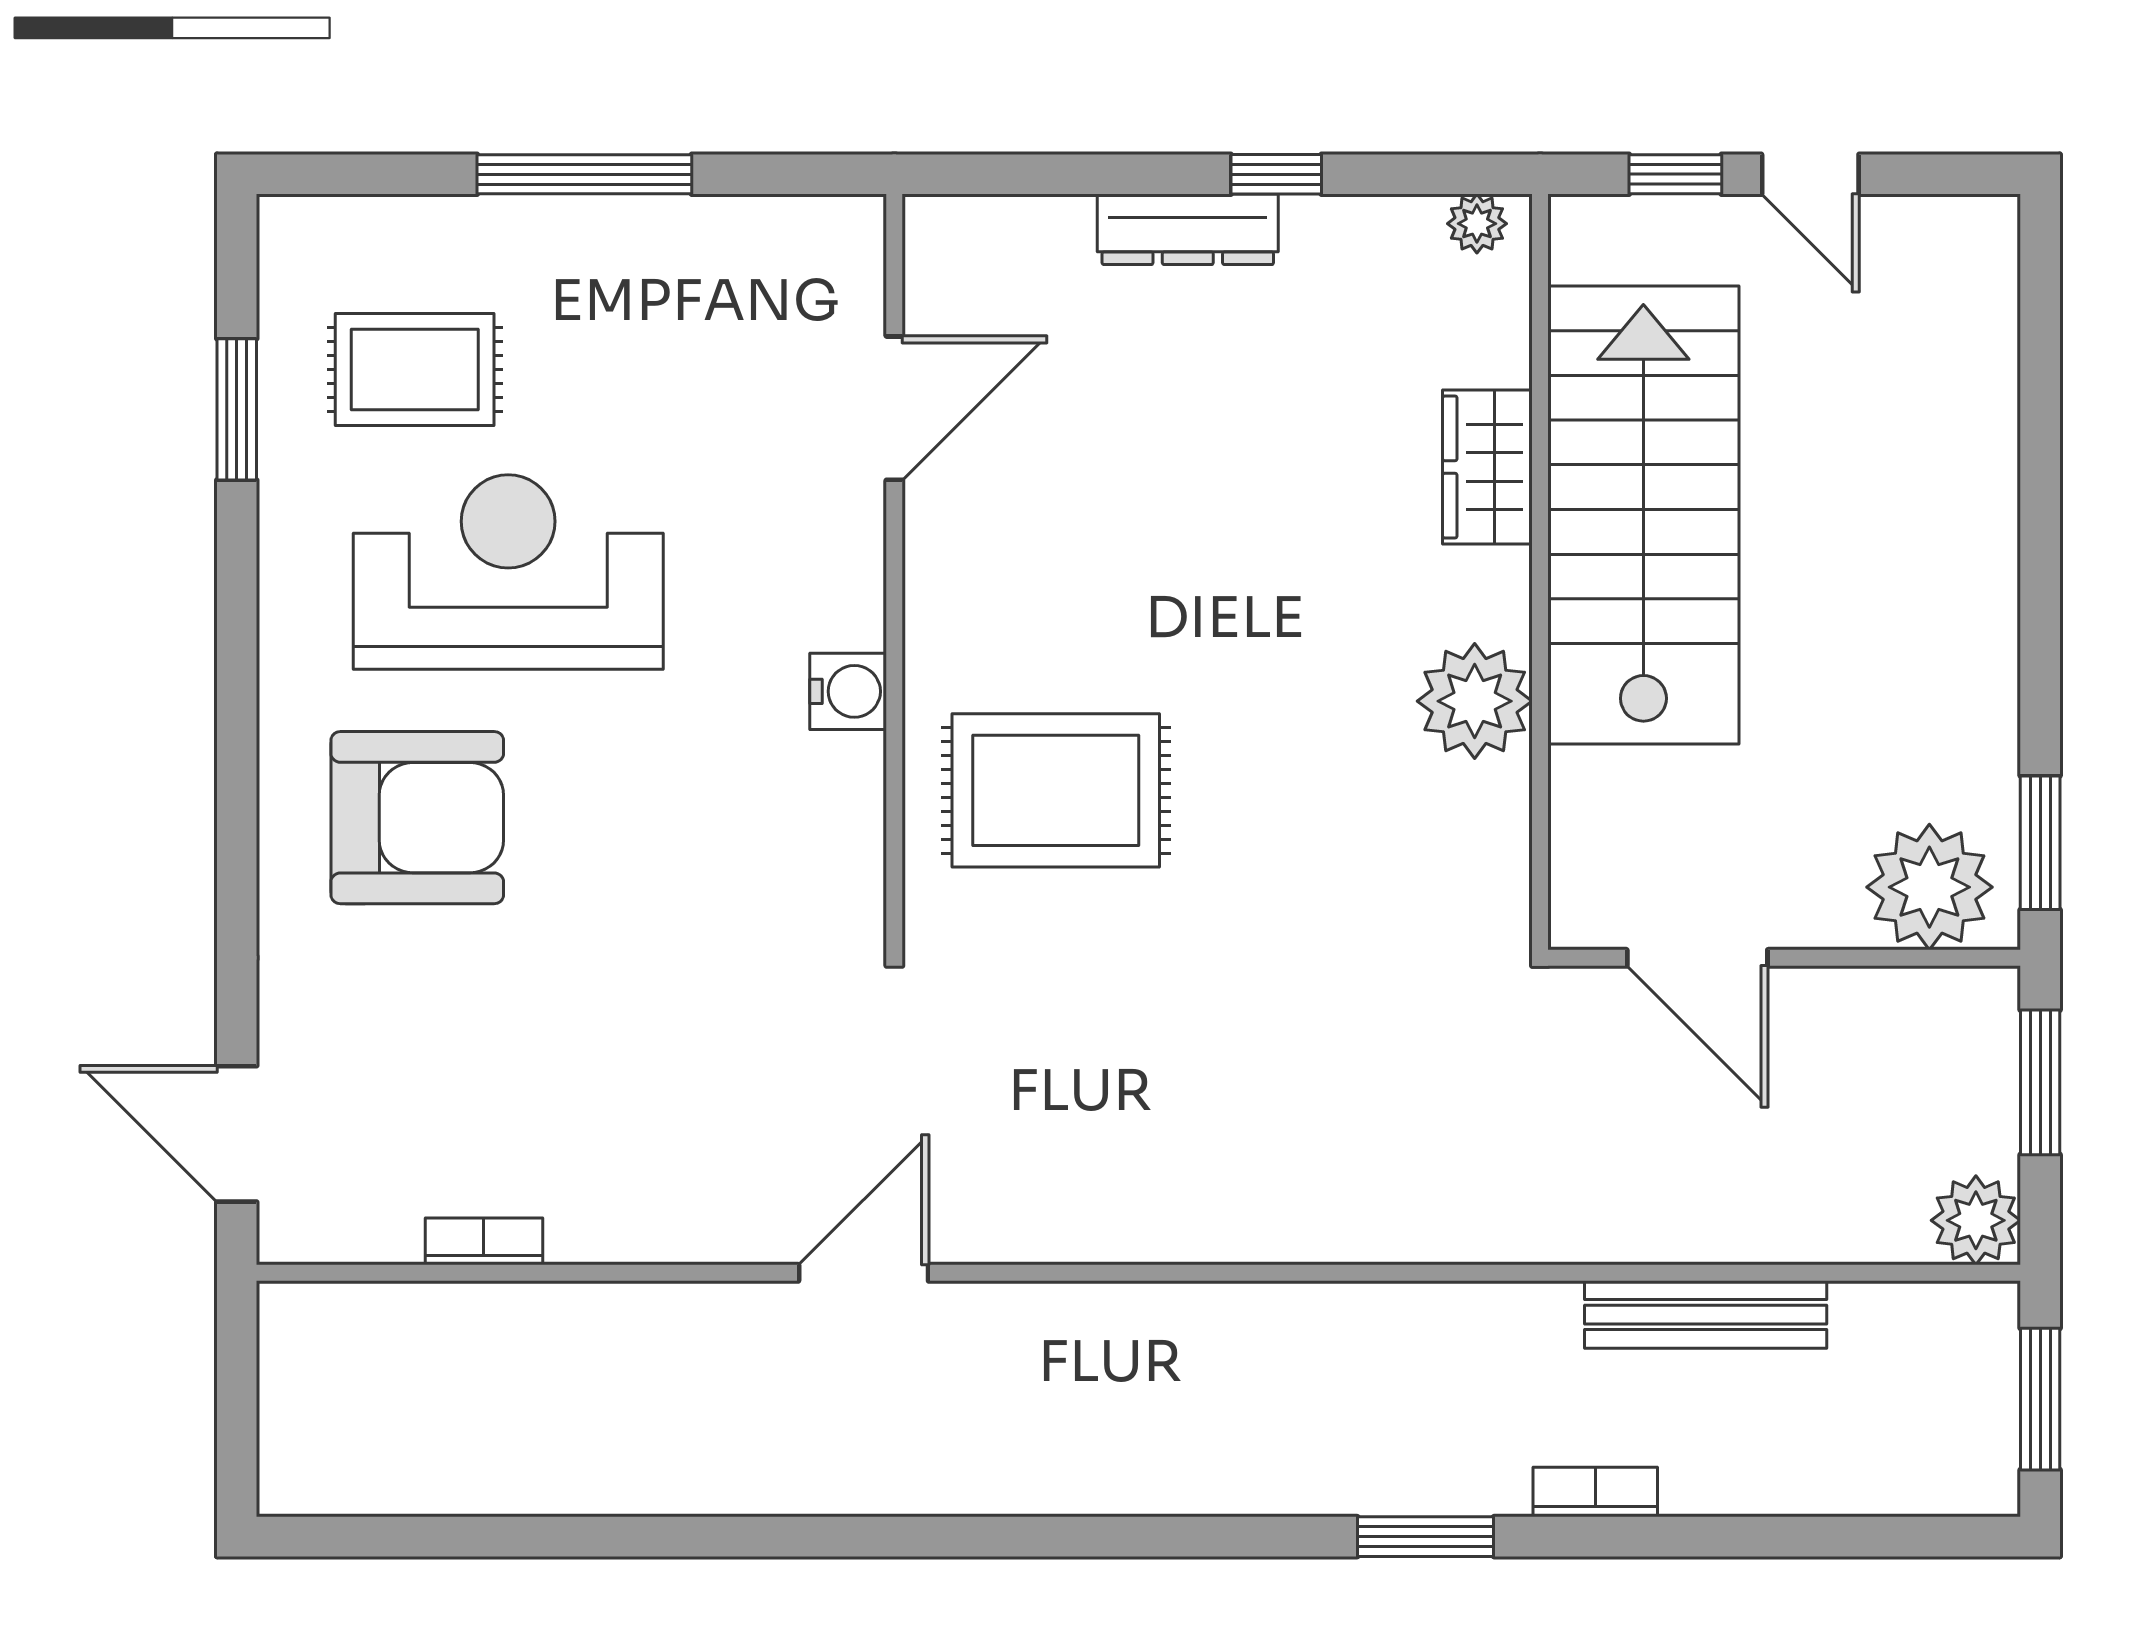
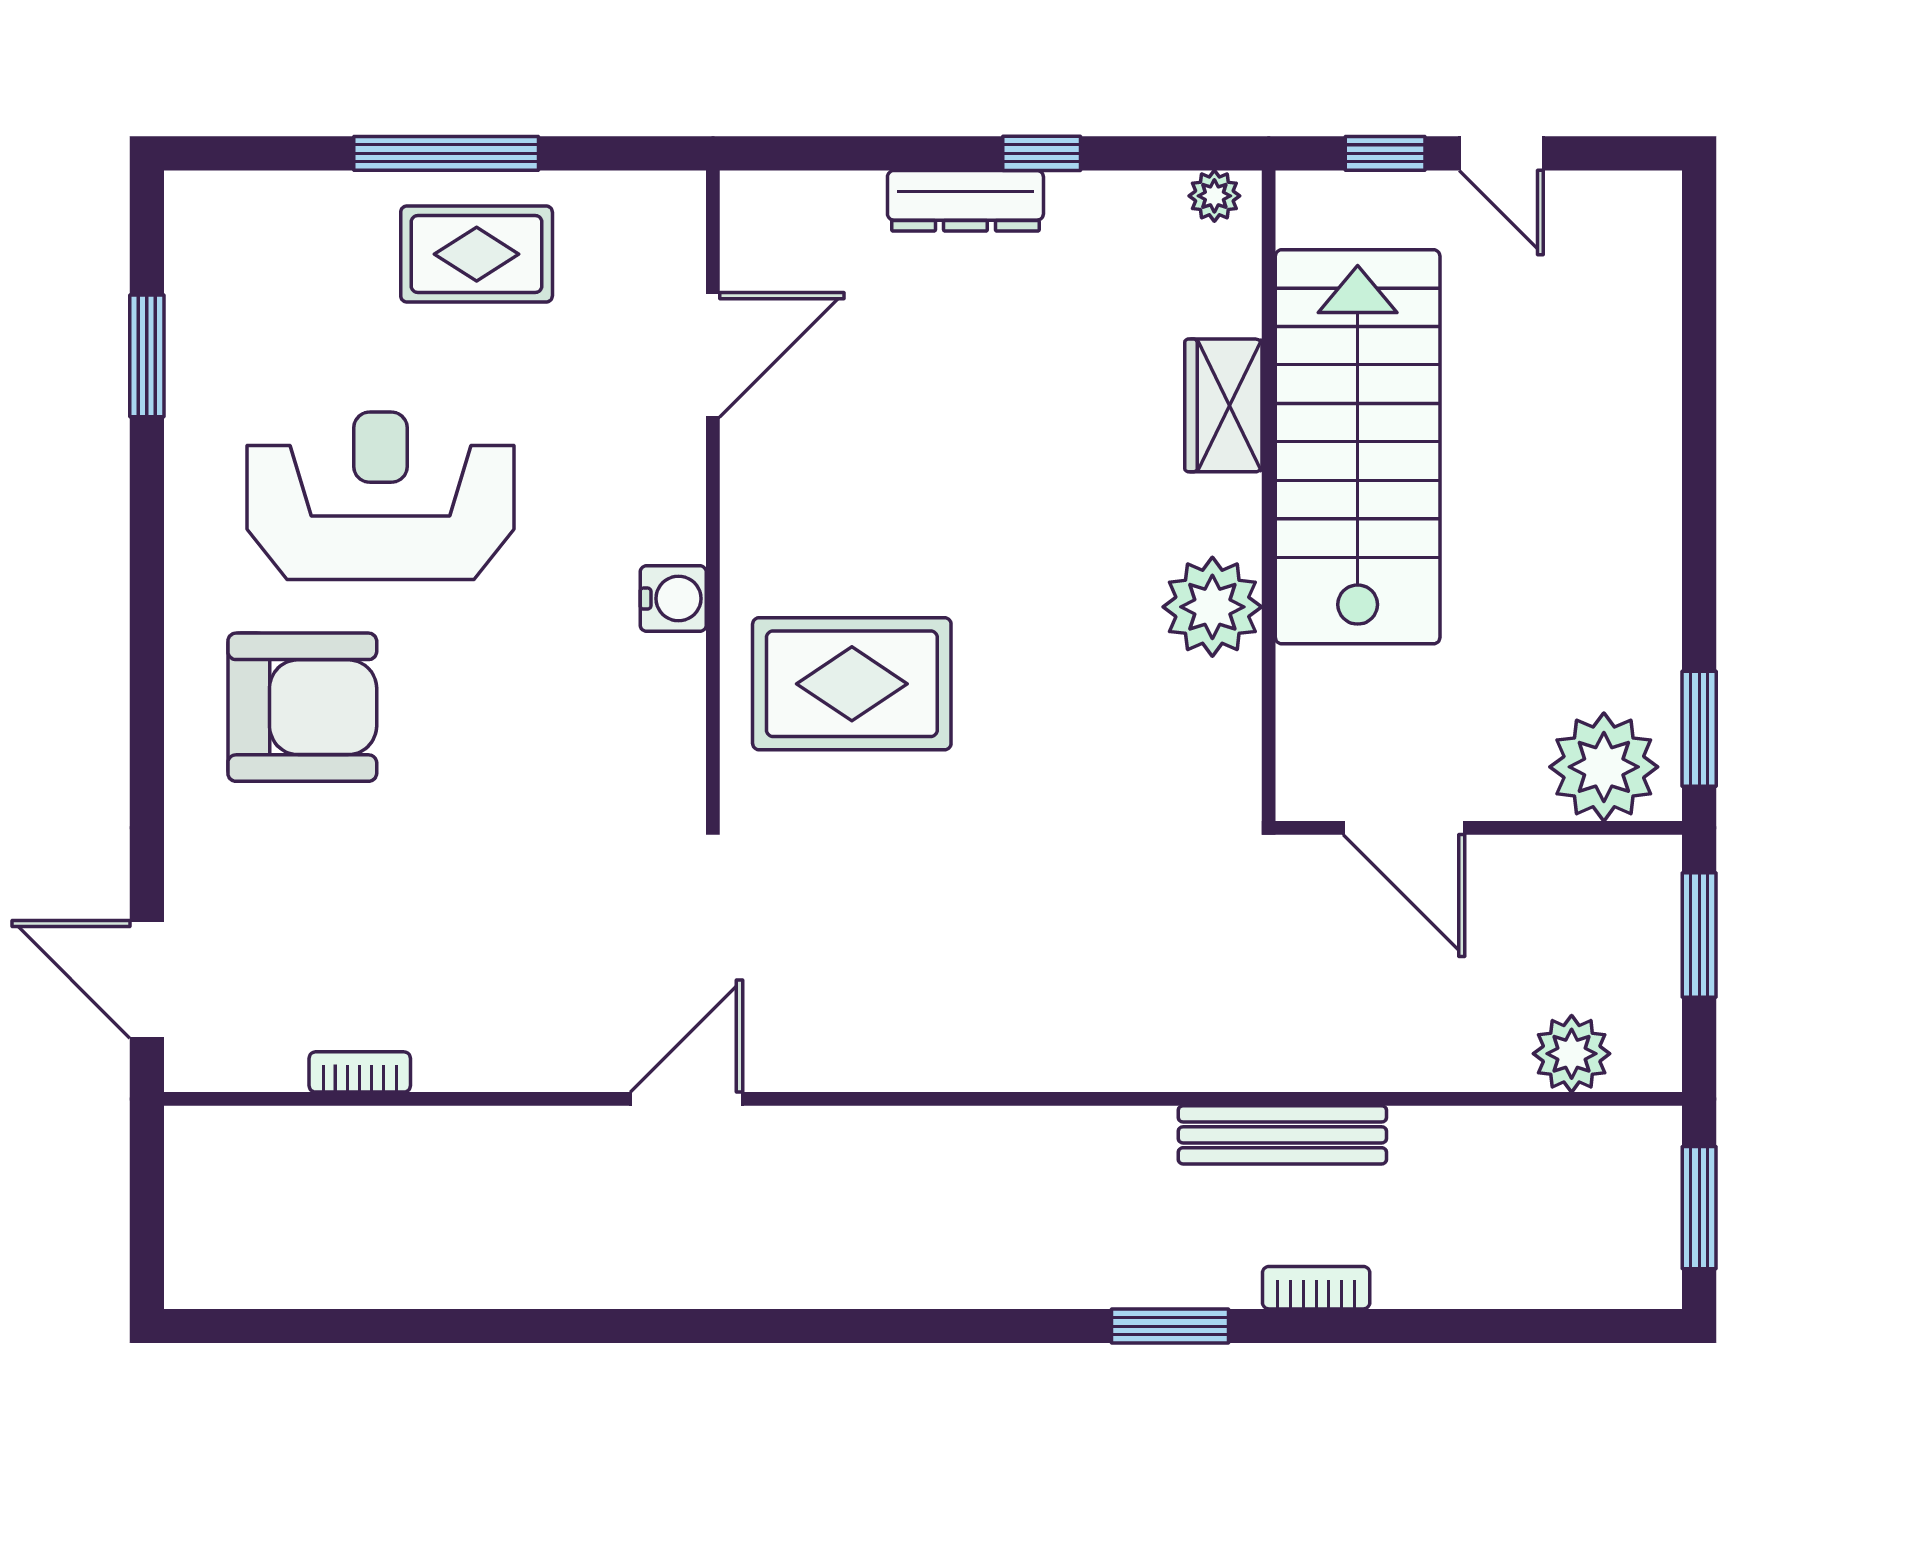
rug: (415, 369) -> (477, 254), moved
plant: (1976, 1220) -> (1572, 1054), moved
bench: (1706, 1315) -> (1282, 1135), moved

